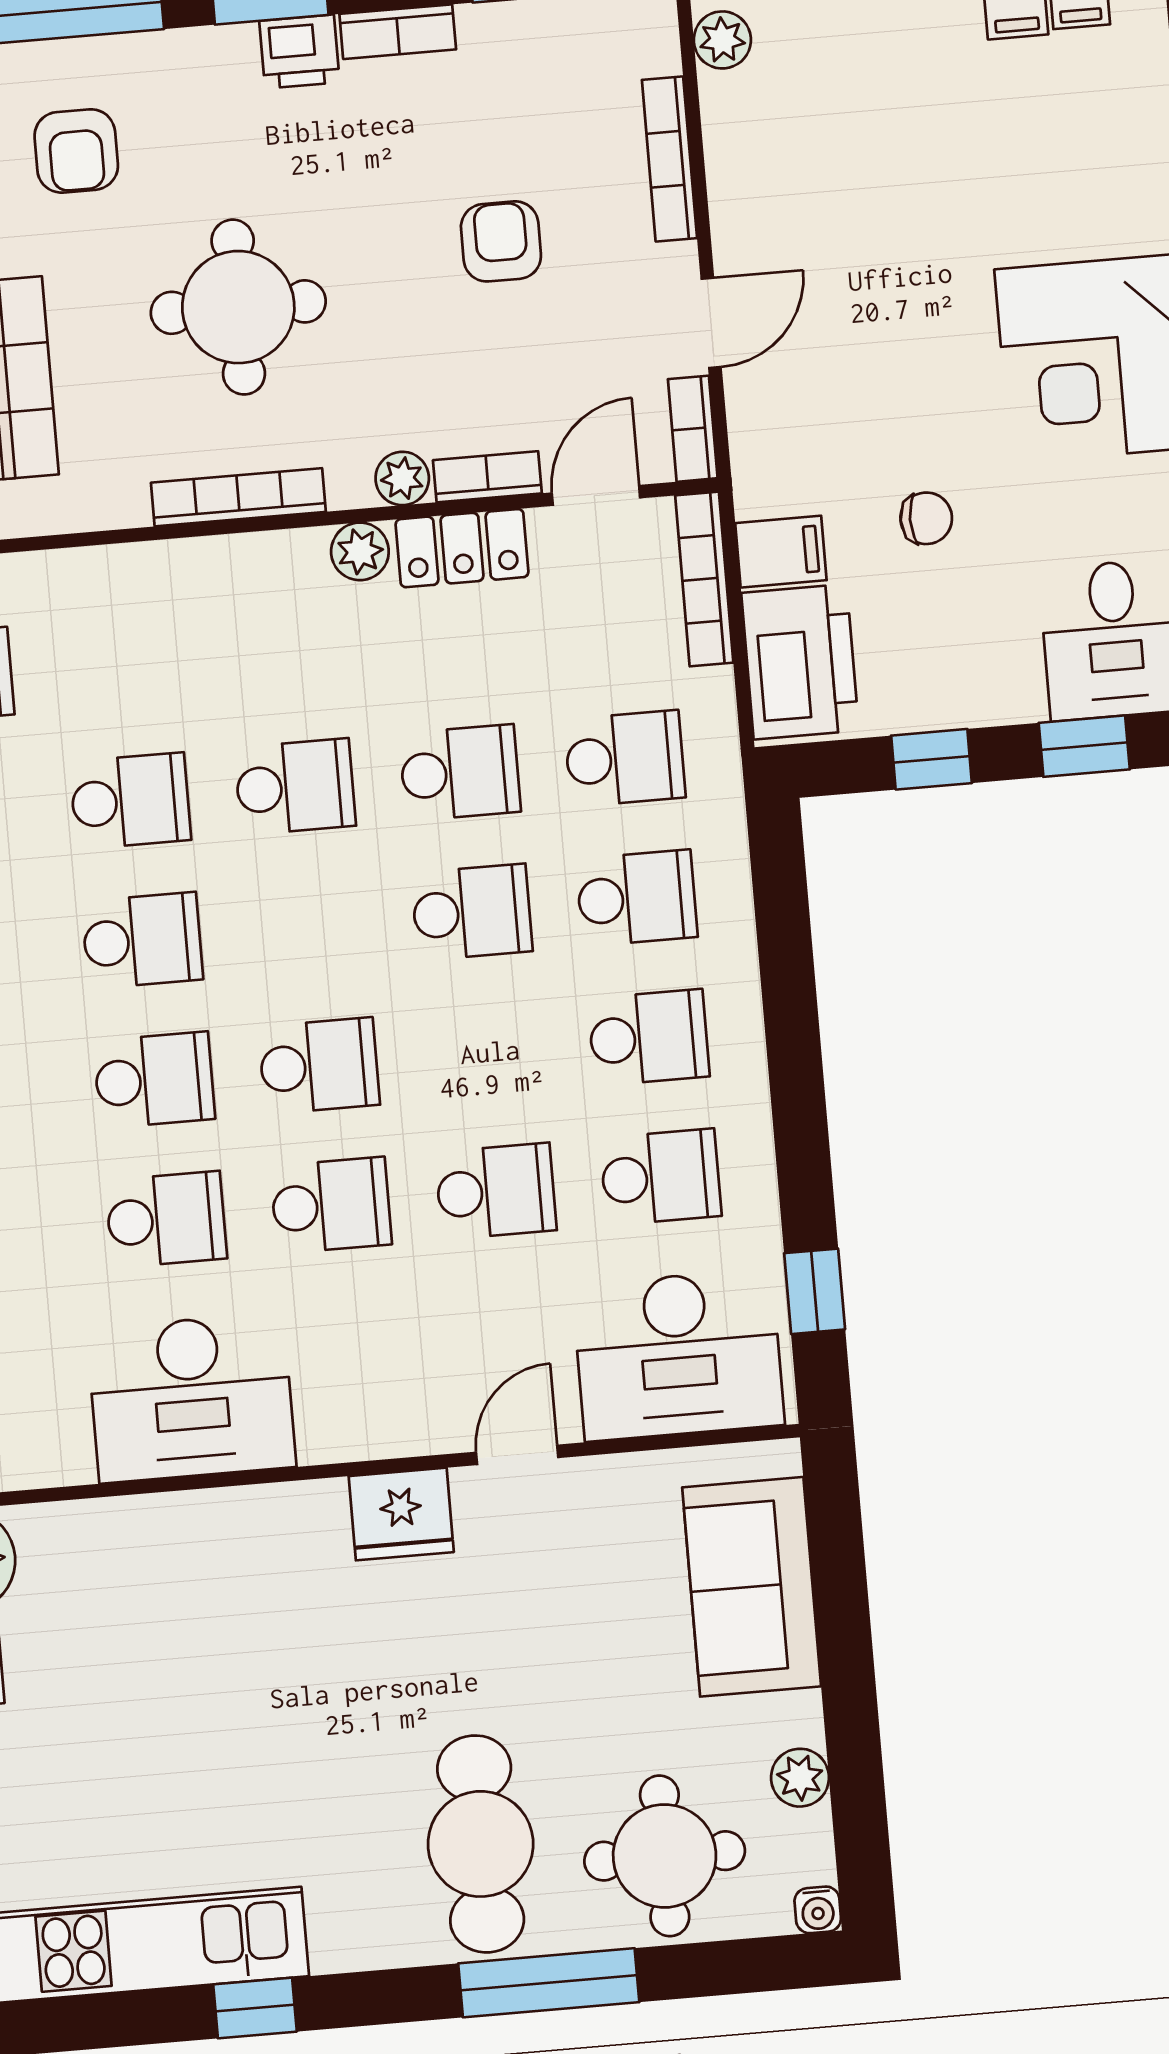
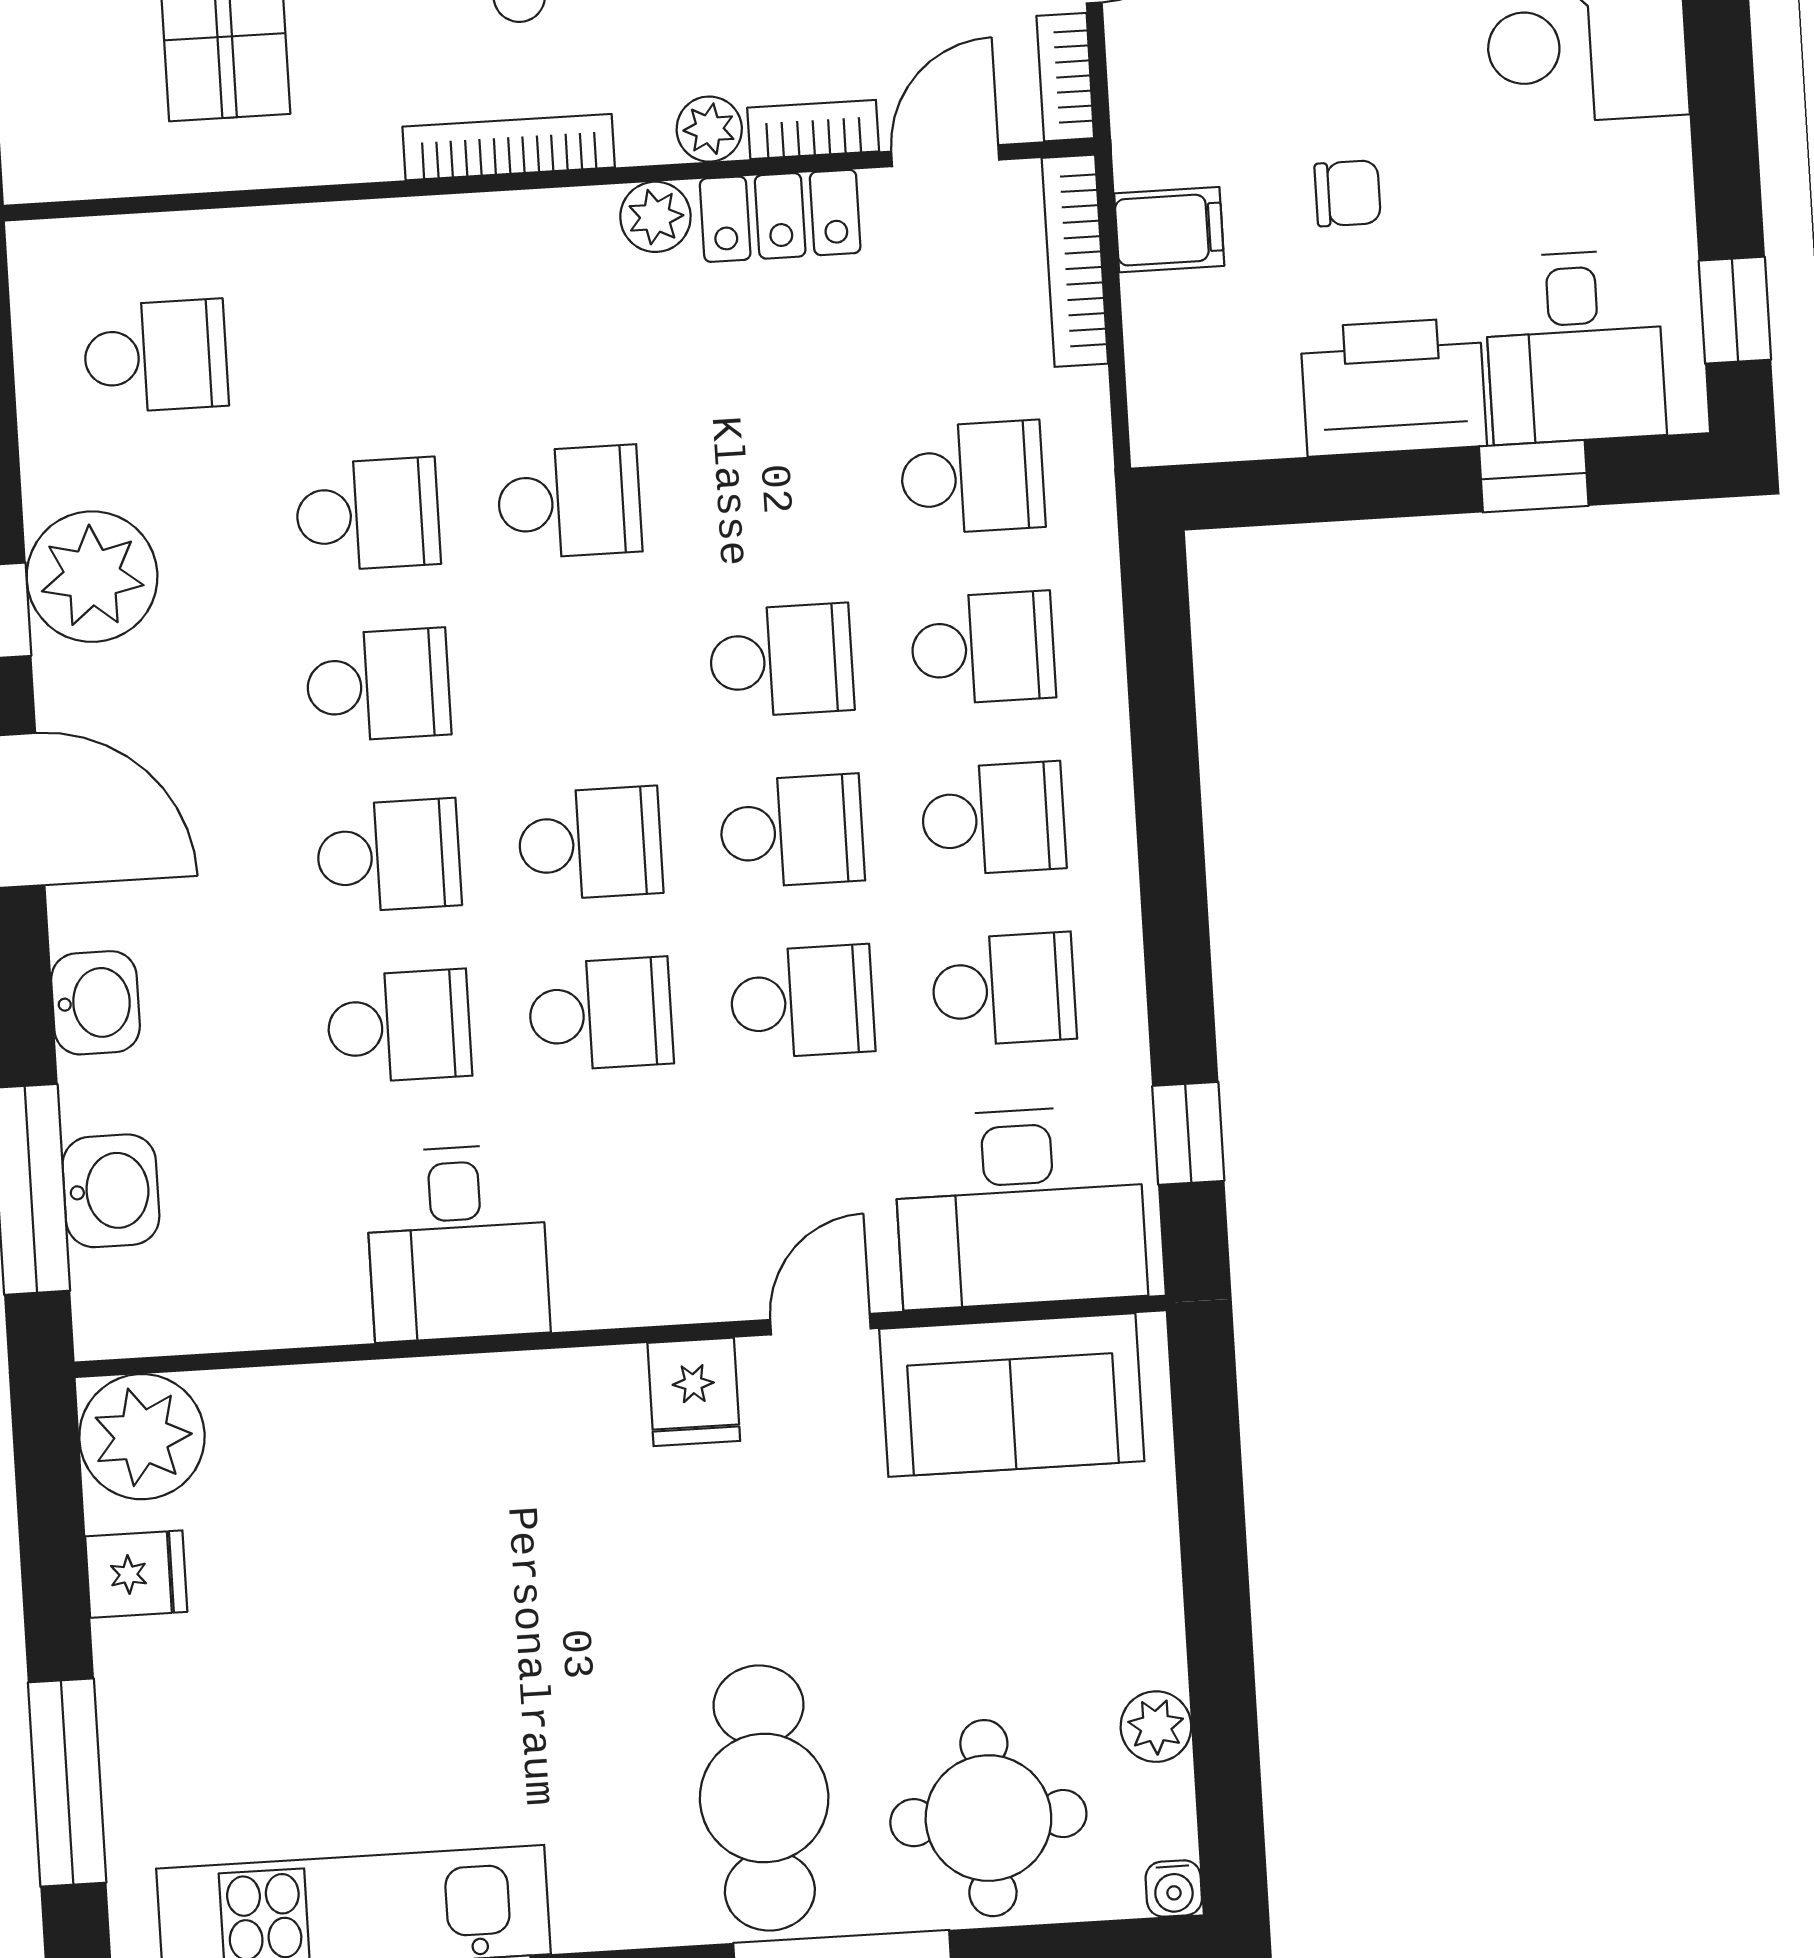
printer: (800, 662) -> (1393, 387), moved, turned -90
window: (931, 759) -> (1347, 488), removed
school desk: (460, 773) -> (792, 831), moved
desk: (191, 1398) -> (457, 1243), width x0.73
fridge: (401, 1514) -> (694, 1392), width x0.72
sofa: (752, 1587) -> (1012, 1395), moved, turned -90

